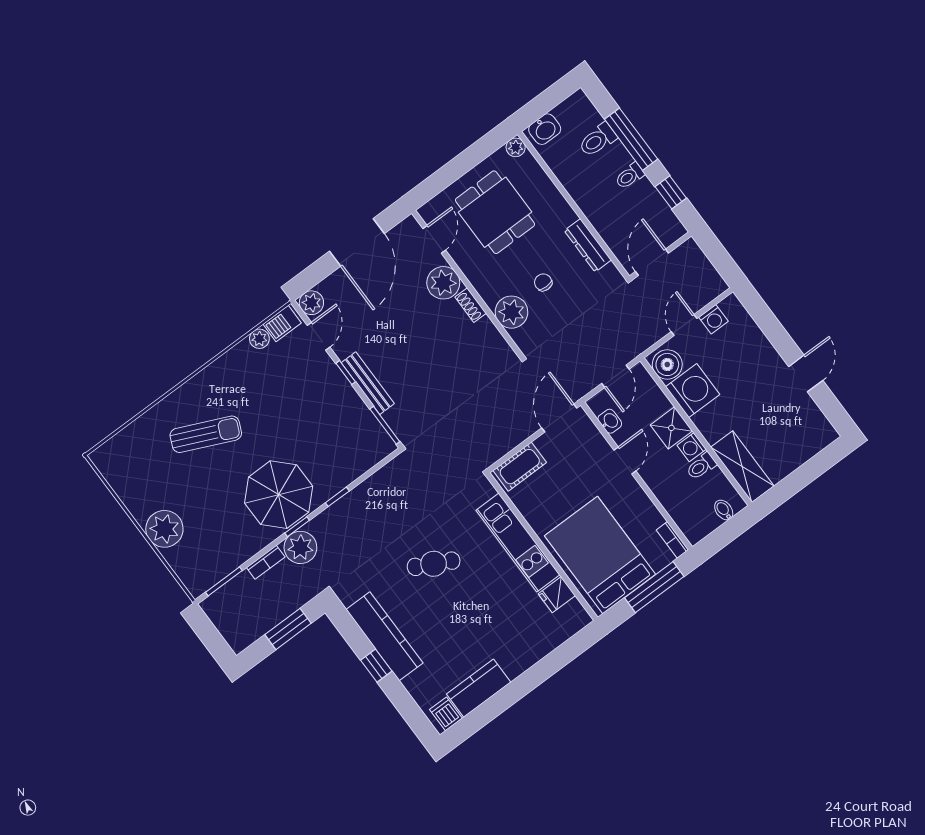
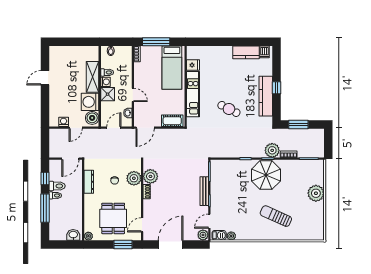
toilet: (598, 140) -> (57, 186), moved
window: (443, 178) -> (123, 244), added
plant: (443, 283) -> (150, 176), moved
door: (625, 460) -> (133, 95), swing flipped
shelving: (742, 467) -> (93, 77), moved
bed: (600, 555) -> (172, 68), width x0.67

